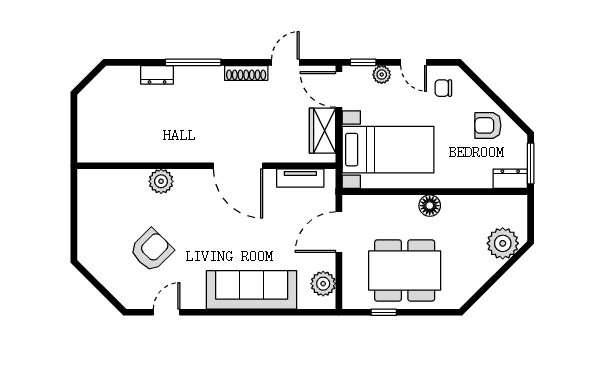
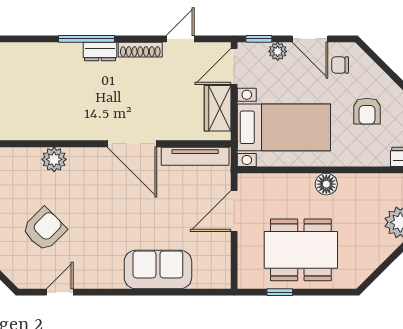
door: (414, 62) -> (310, 39), width x1.38
dresser: (157, 75) -> (100, 52), moved
door: (339, 89) -> (234, 66), hinge flipped
armchair: (488, 125) -> (367, 111), moved, turned -90
tv unit: (300, 178) -> (195, 156), width x1.41
plant: (323, 284) -> (218, 263), removed
sofa: (252, 290) -> (158, 269), width x0.73

